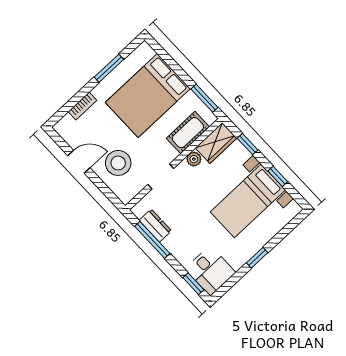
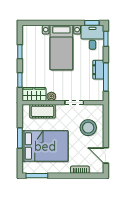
window: (109, 68) -> (37, 176), moved
window: (204, 98) -> (20, 138), moved
door: (79, 162) -> (106, 155), moved
bed with nightstands: (248, 201) -> (61, 48), moved, turned 90
dresser: (155, 226) -> (98, 70), moved
window: (257, 258) -> (92, 23), moved

